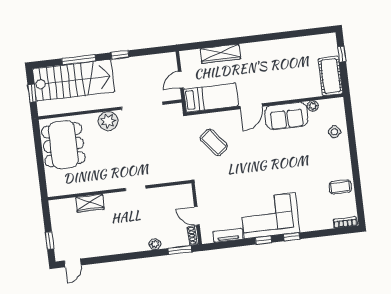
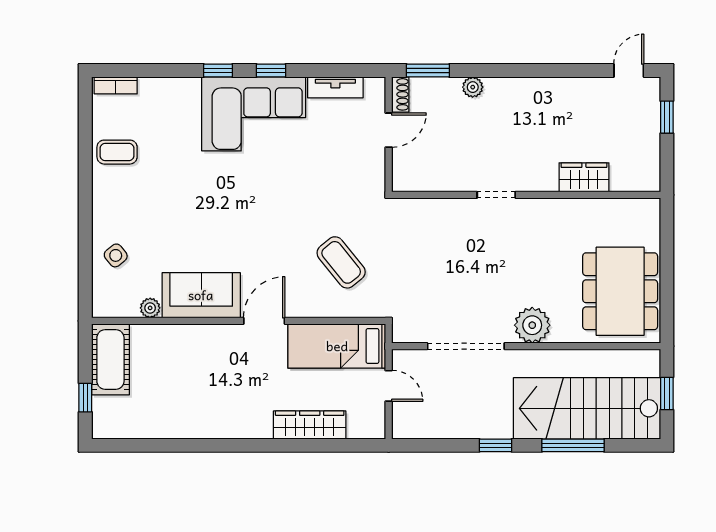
door: (181, 80) -> (389, 386), hinge flipped
door: (197, 216) -> (389, 130), hinge flipped

